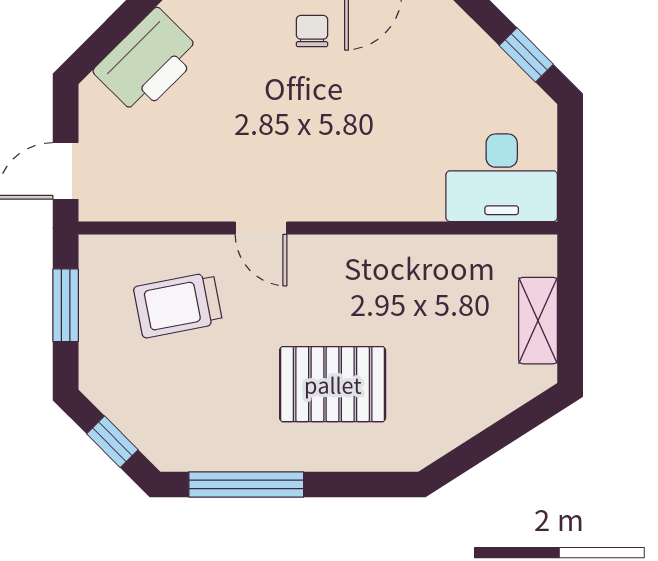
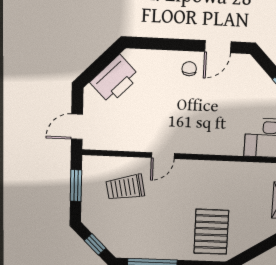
door: (261, 228) -> (163, 156), hinge flipped
pallet: (333, 384) -> (211, 232), moved, turned 90

